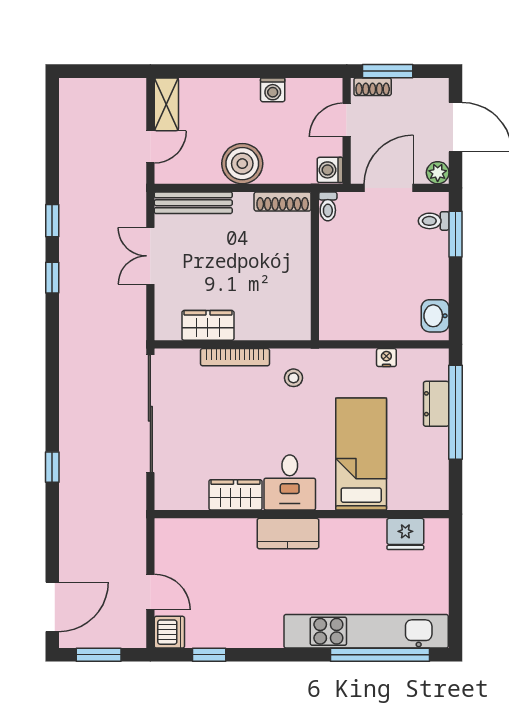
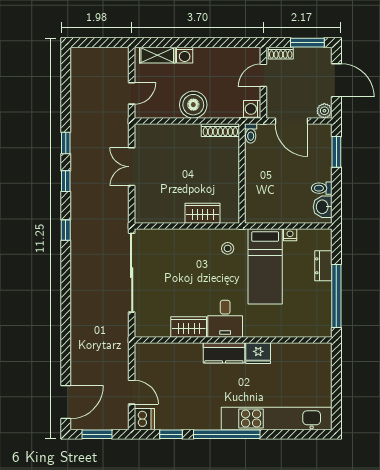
window: (388, 71) -> (307, 43), moved
washing machine: (273, 90) -> (185, 55), moved
shelving: (166, 104) -> (157, 55), moved, turned 90
door: (389, 188) -> (292, 121), swing flipped
bench: (193, 203) -> (160, 131), removed
toilet: (434, 221) -> (322, 188), moved
wardrobe: (208, 325) -> (203, 213), moved
bookcase: (235, 357) -> (188, 235), removed
window: (456, 412) -> (336, 296), moved
bed: (361, 454) -> (265, 266), moved, turned 180
window: (52, 467) -> (66, 230), moved
fridge: (405, 534) -> (258, 353), moved
window: (380, 655) -> (227, 434), moved

